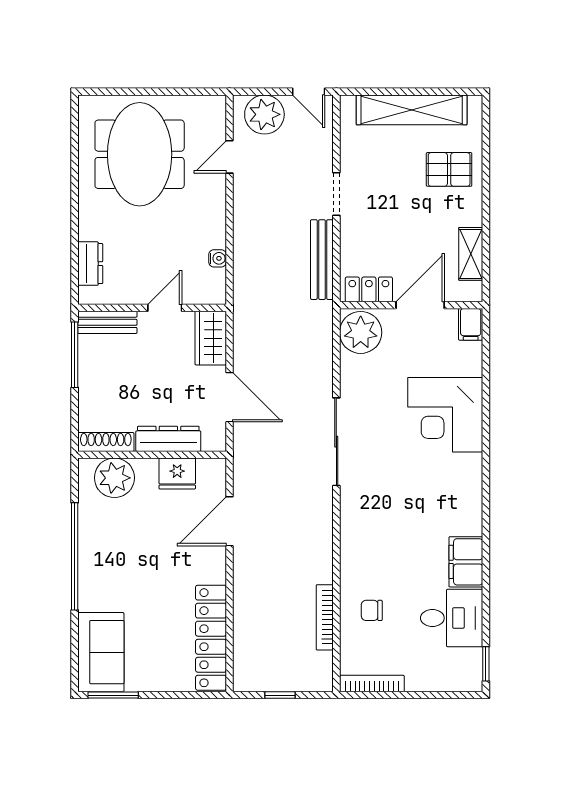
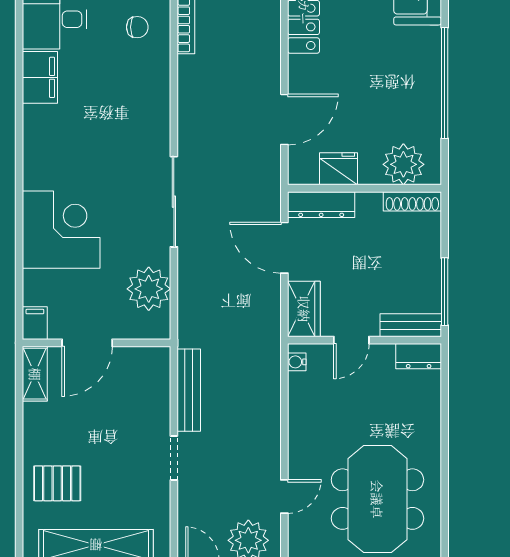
shelving: (471, 254) -> (35, 374), moved
water cooler: (218, 258) -> (297, 362), moved
dresser: (90, 264) -> (419, 356), moved, turned -90
locker: (369, 289) -> (140, 359), removed
plant: (361, 332) -> (149, 289), moved
dresser: (168, 439) -> (321, 205), moved

